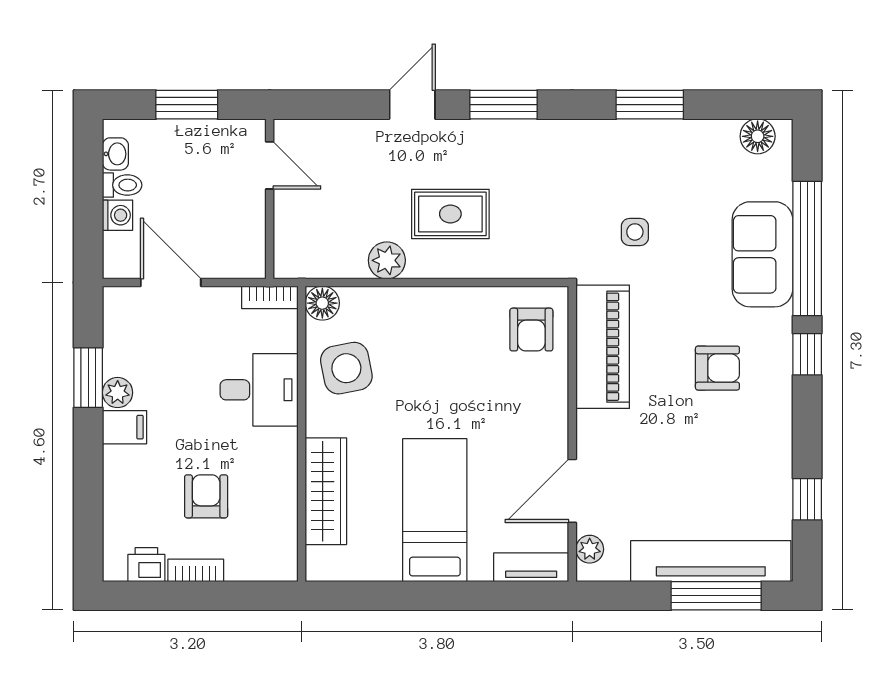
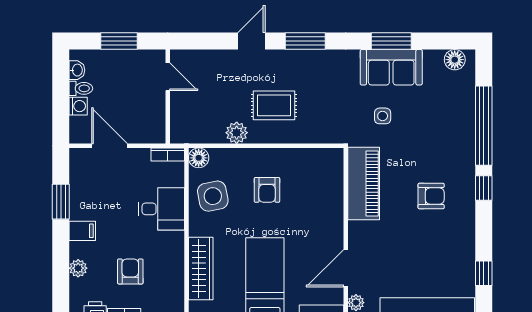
sofa: (762, 254) -> (391, 67), moved, turned -90
armchair: (531, 330) -> (267, 190), moved
plant: (118, 393) -> (78, 268), moved

